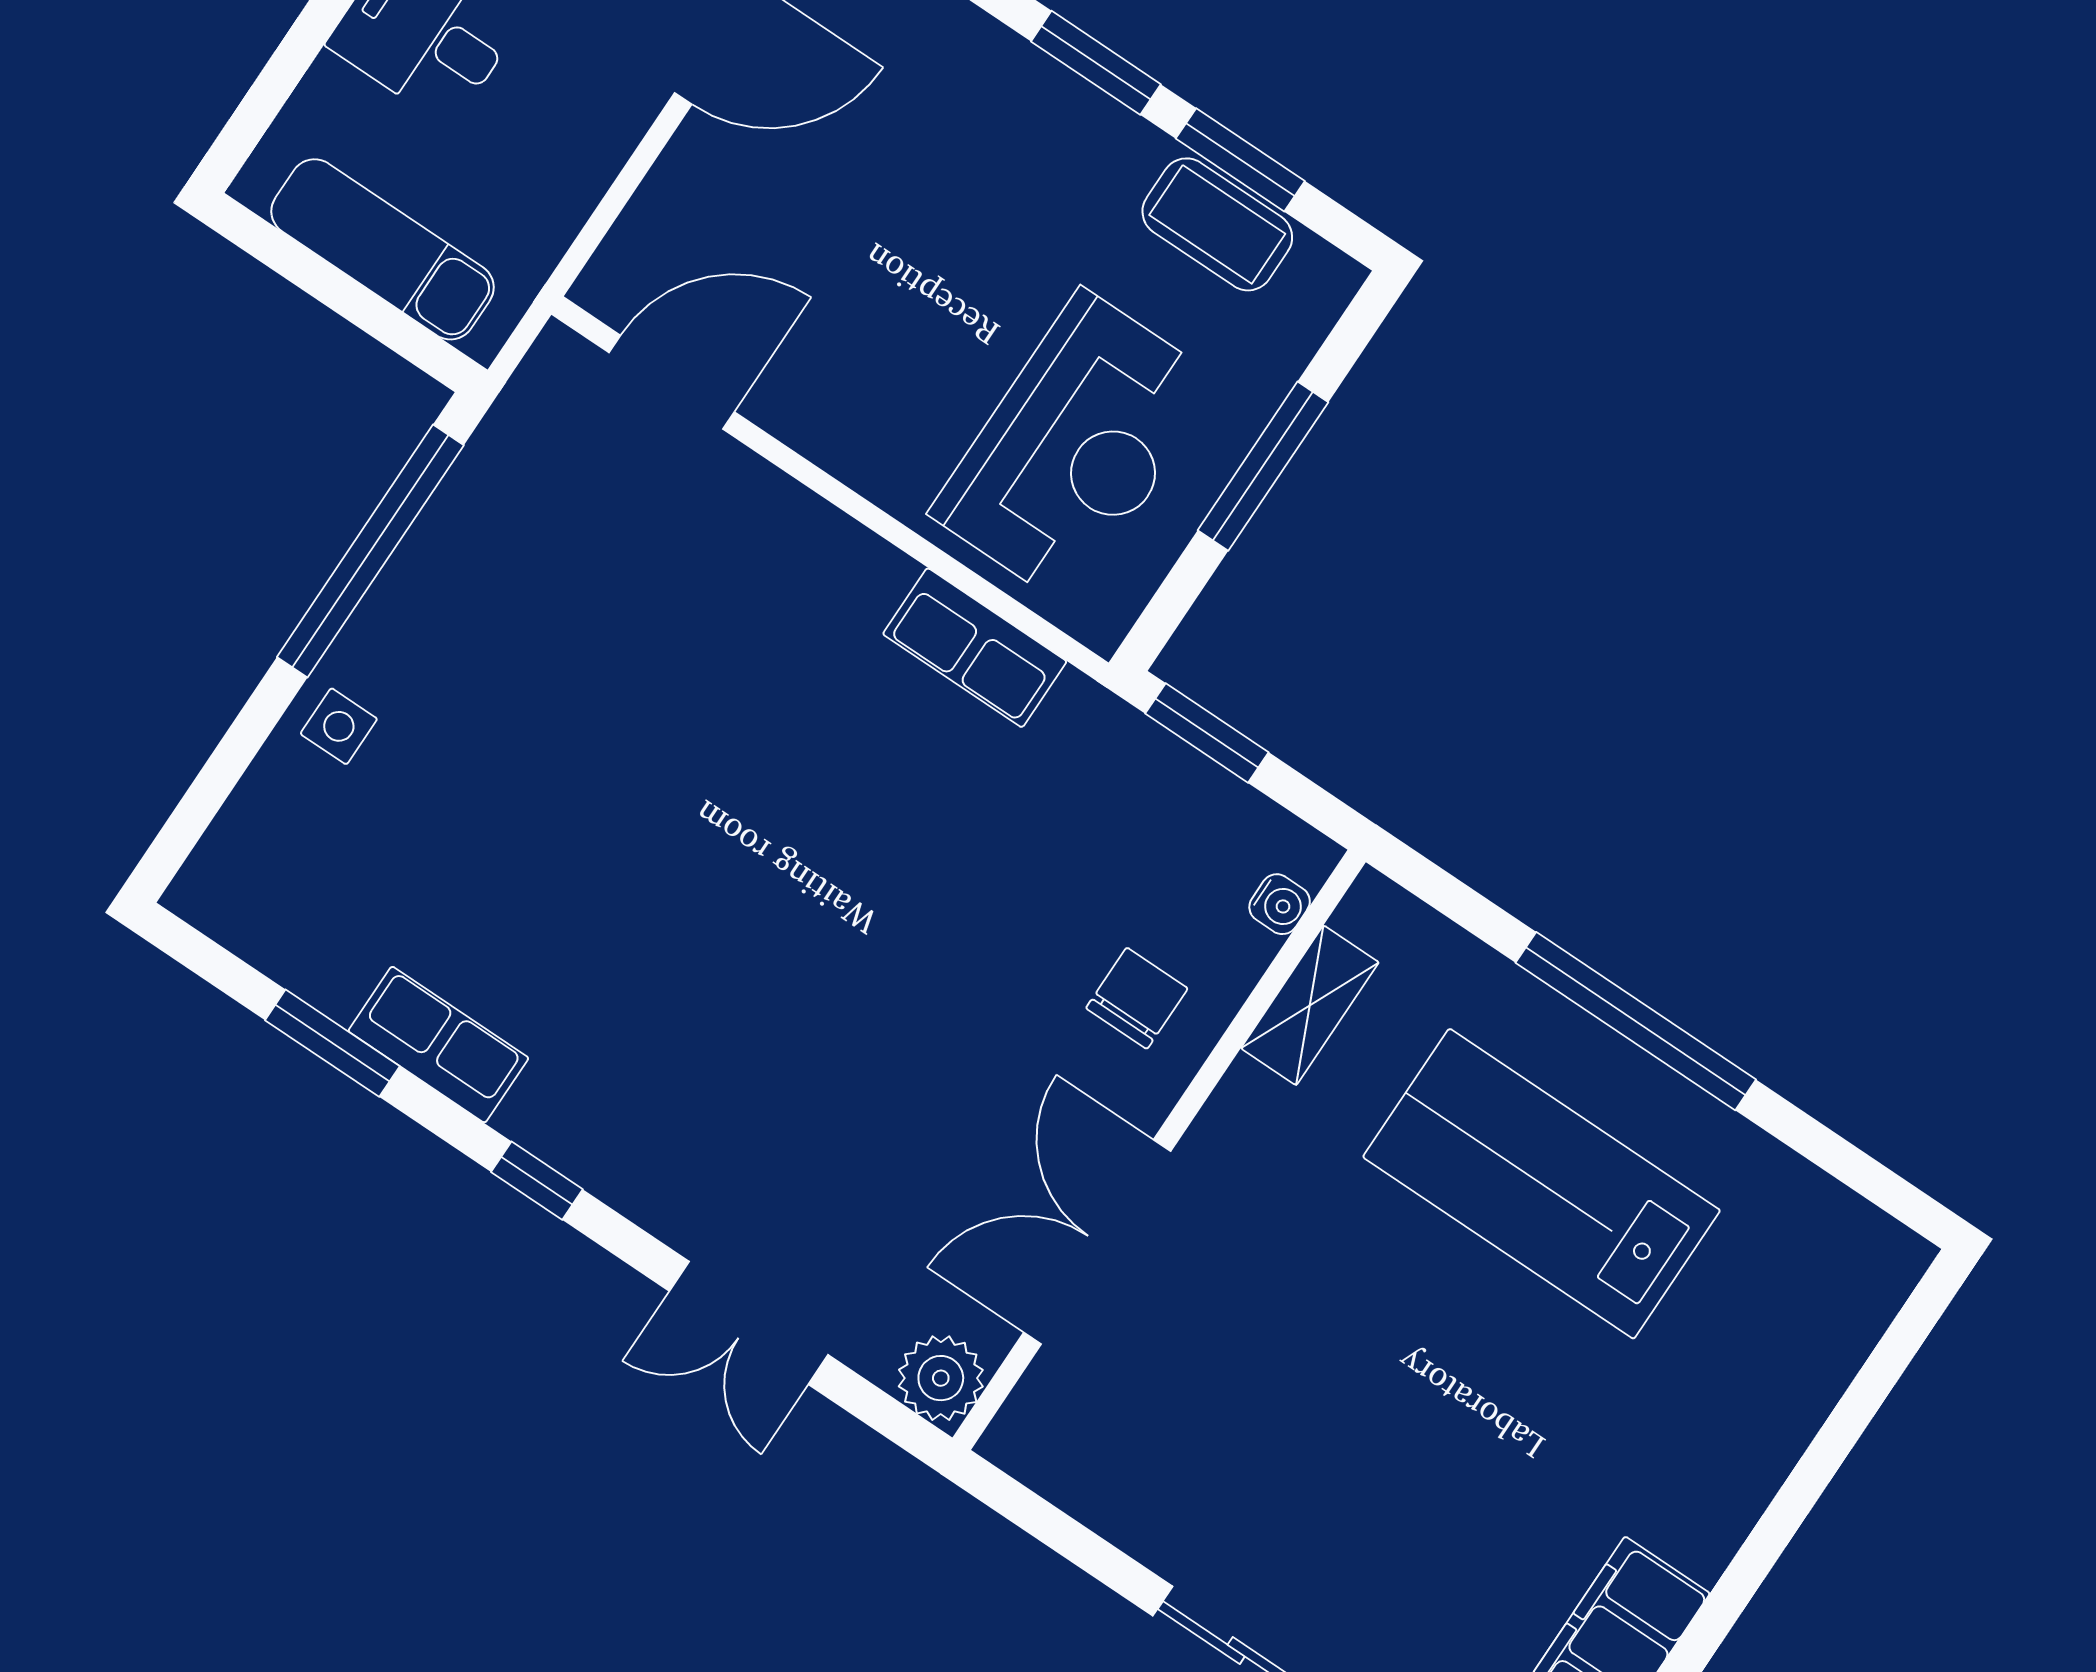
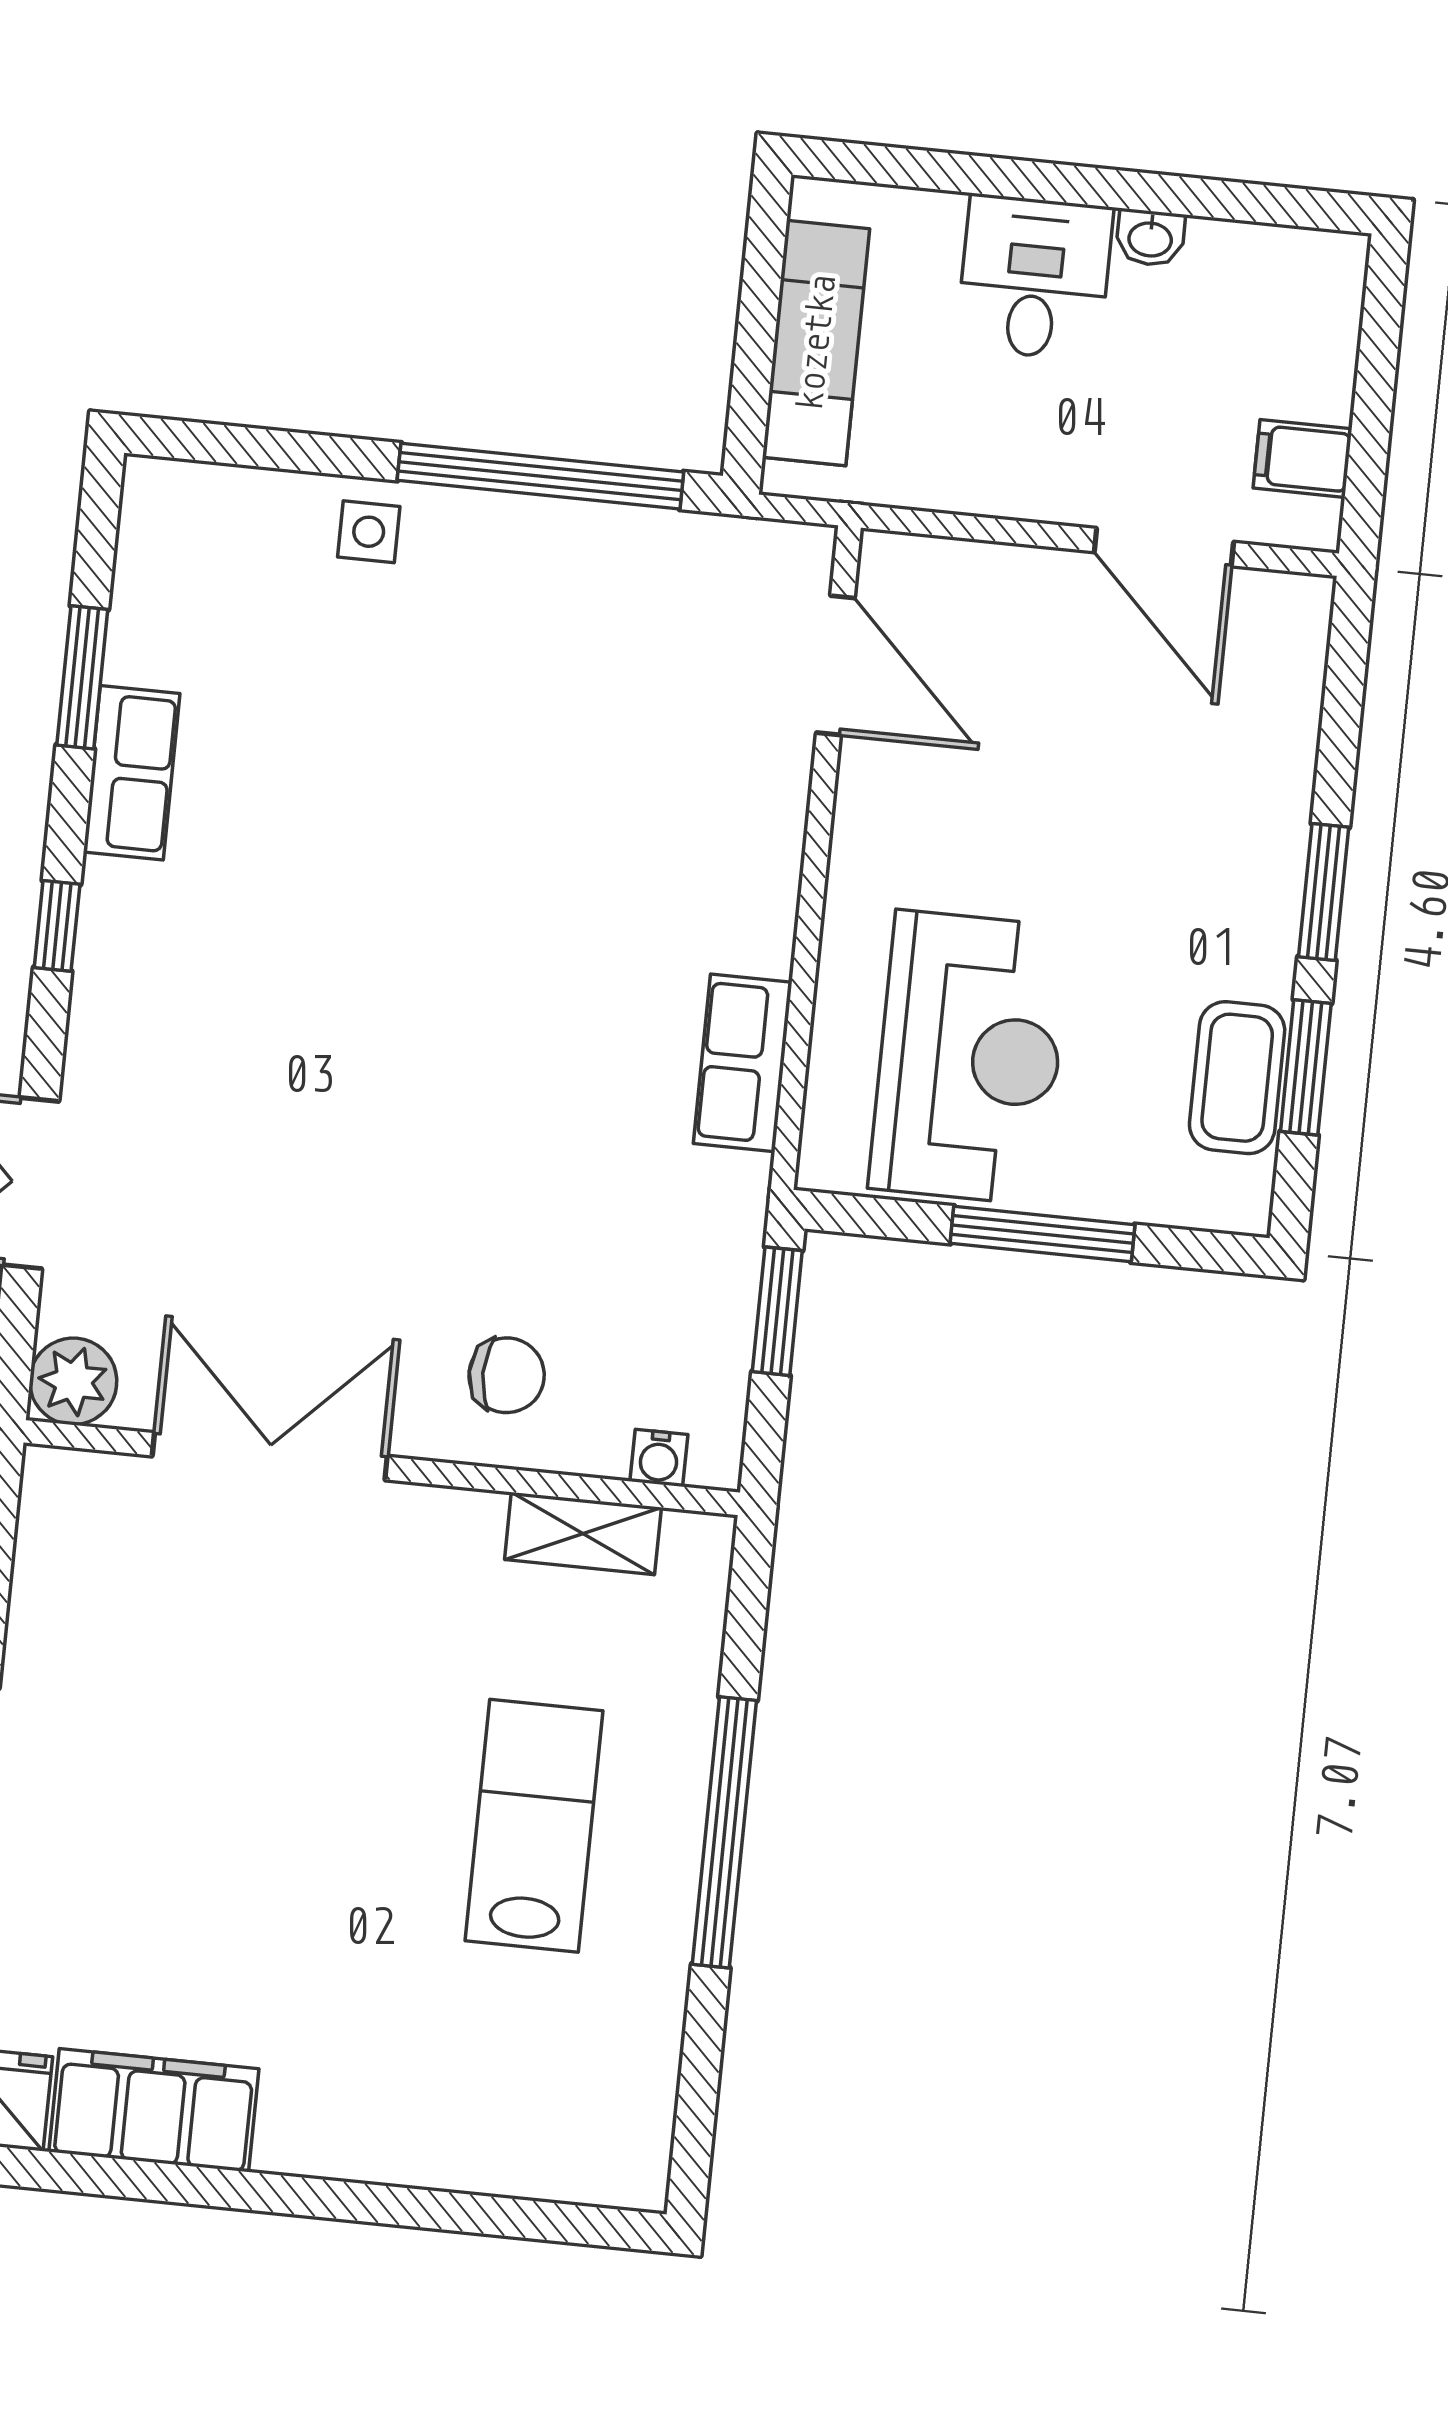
reception desk: (1075, 448) -> (969, 1057), turned -90
lab bench: (1542, 1184) -> (534, 1826), width x0.73, depth x0.72

